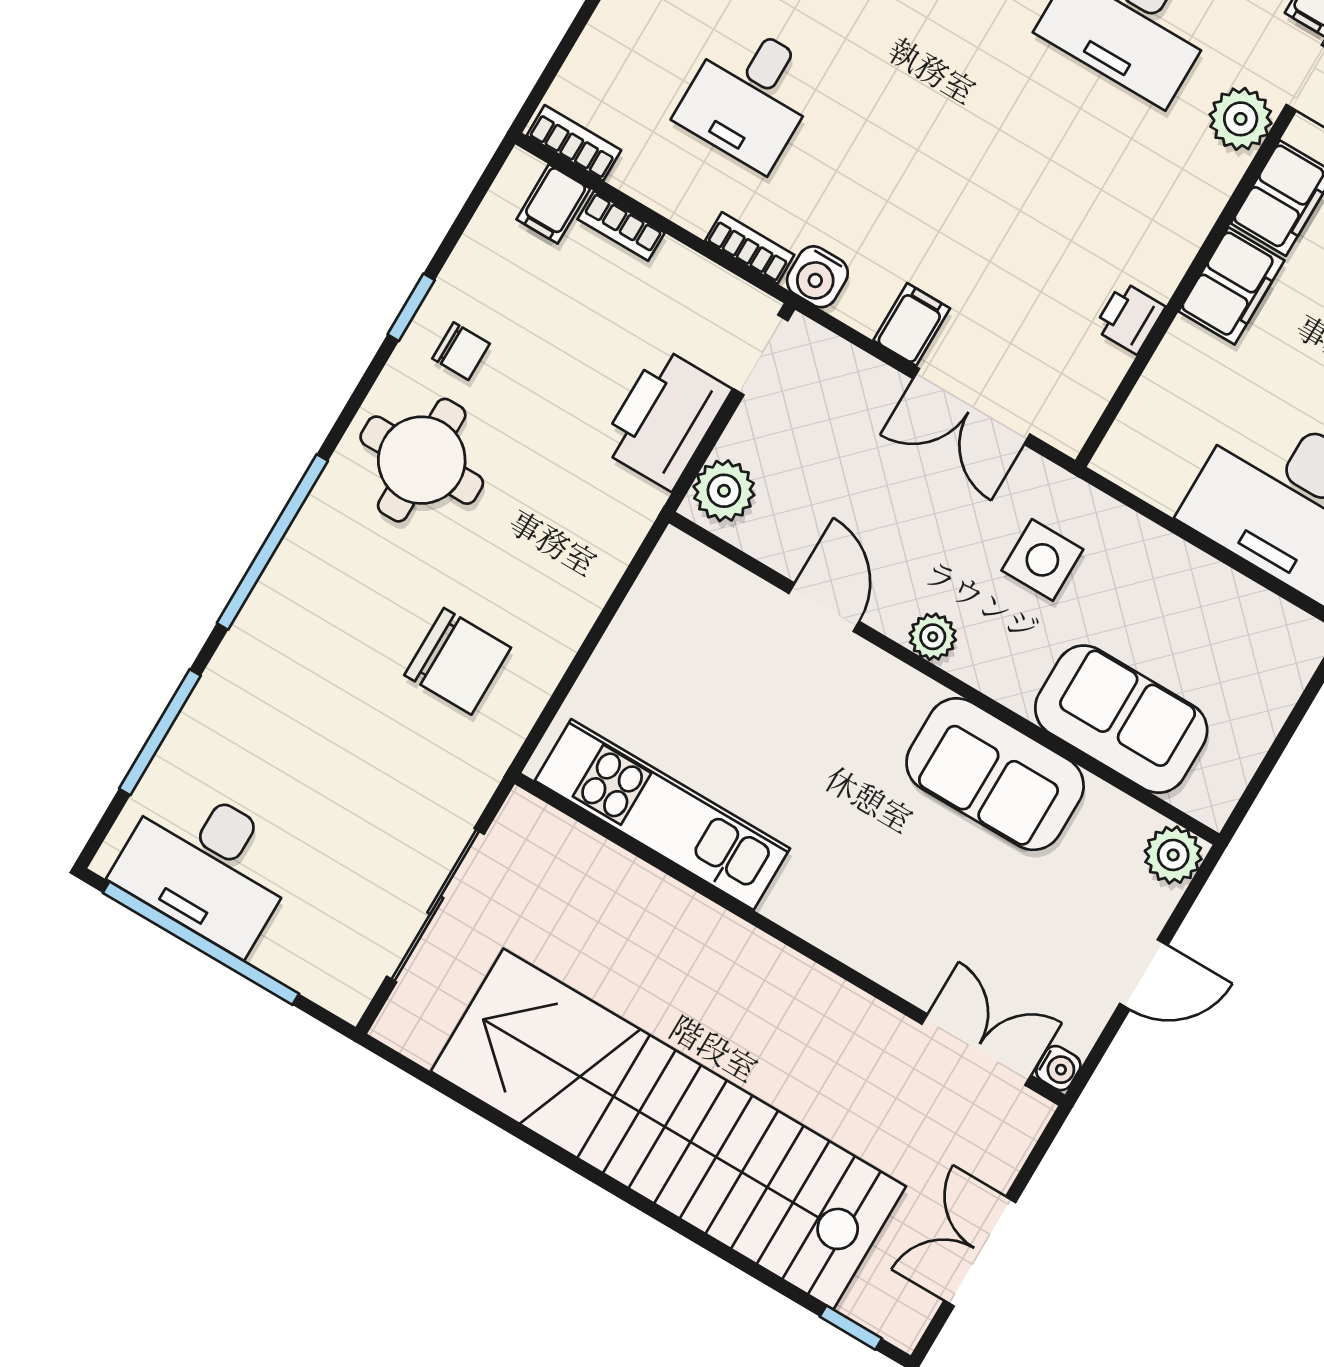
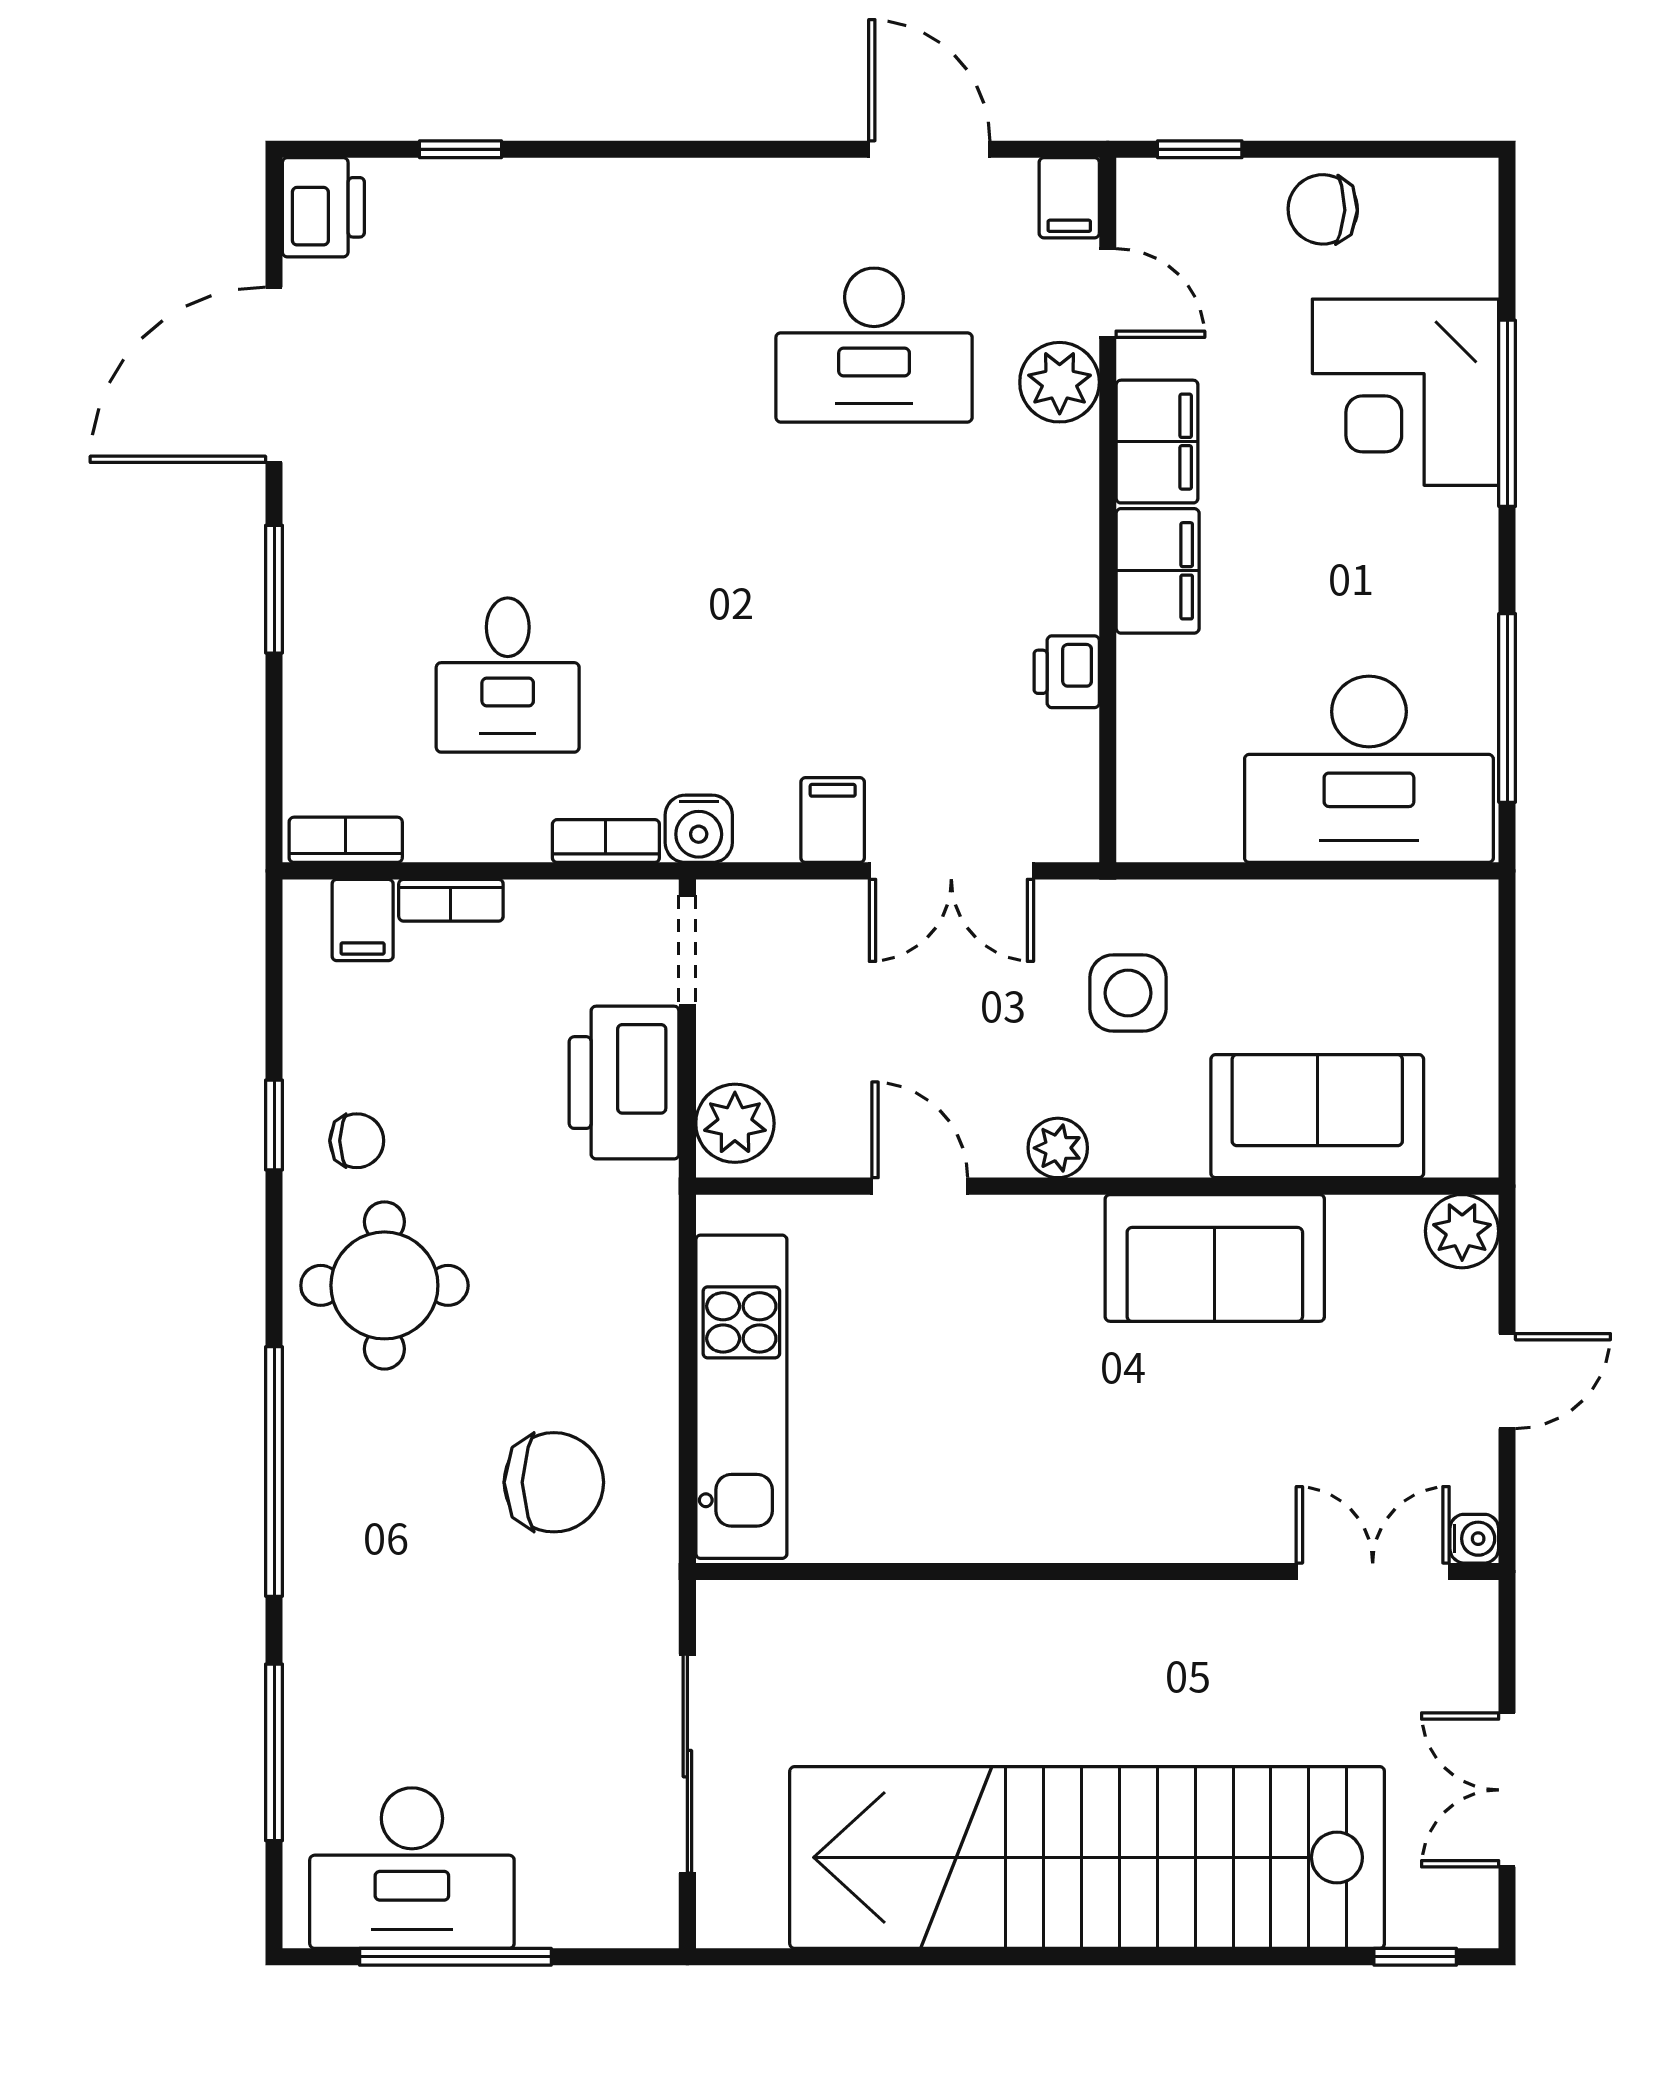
kitchen unit: (662, 815) -> (741, 1397), moved, turned 90
window: (201, 943) -> (455, 1957), width x0.68

